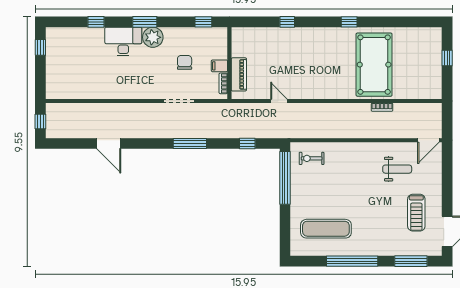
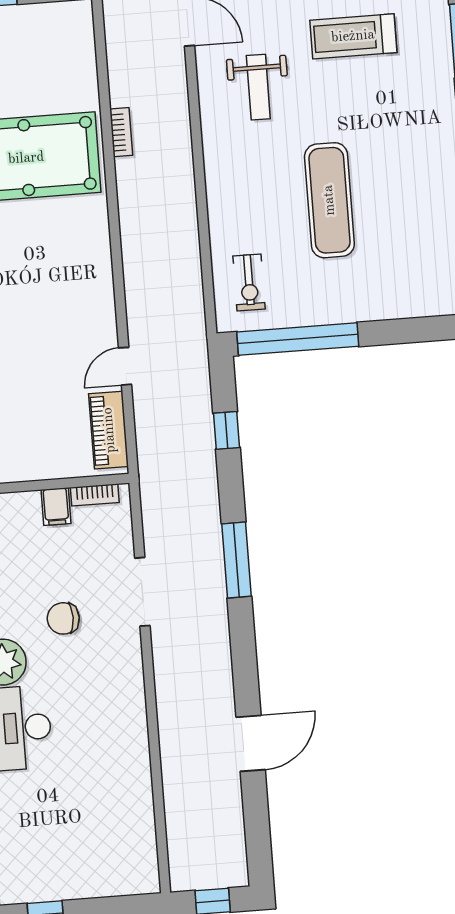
chair: (185, 62) -> (63, 618), moved
piano: (239, 74) -> (109, 430), moved, turned -90
weight bench: (397, 169) -> (258, 87), turned 180
treadmill: (416, 213) -> (353, 36), turned 180
exercise mat: (326, 229) -> (329, 200), moved

